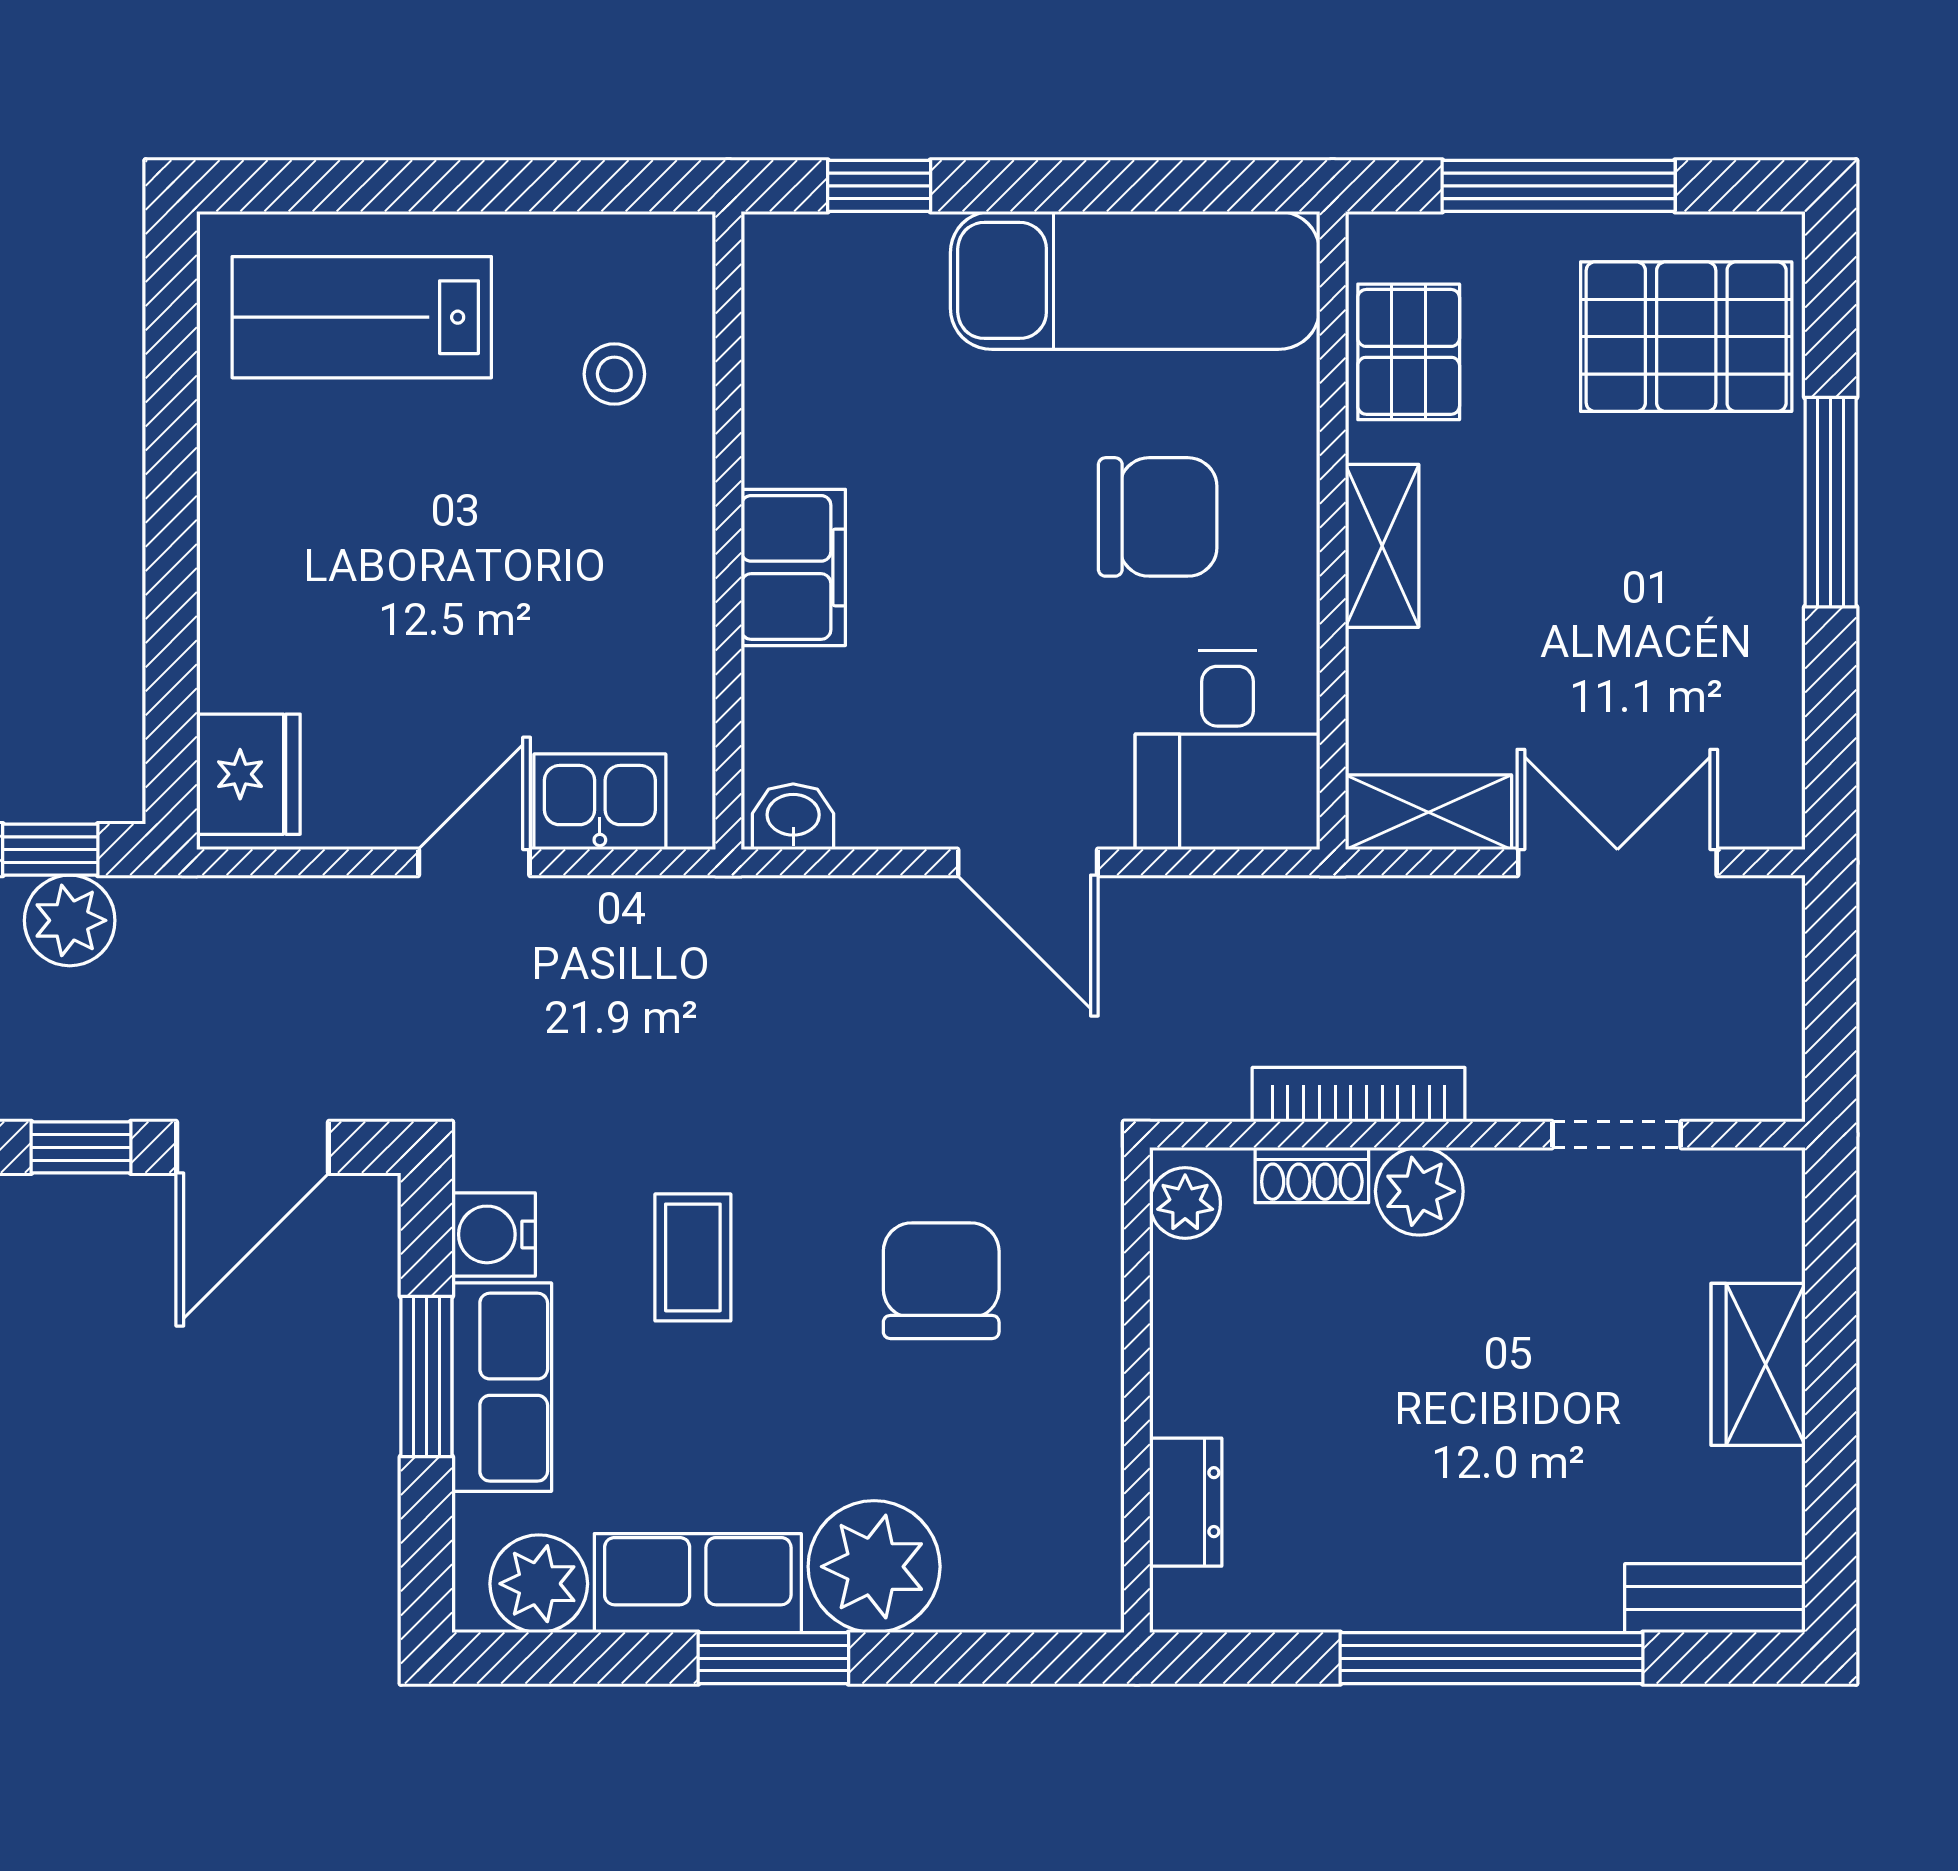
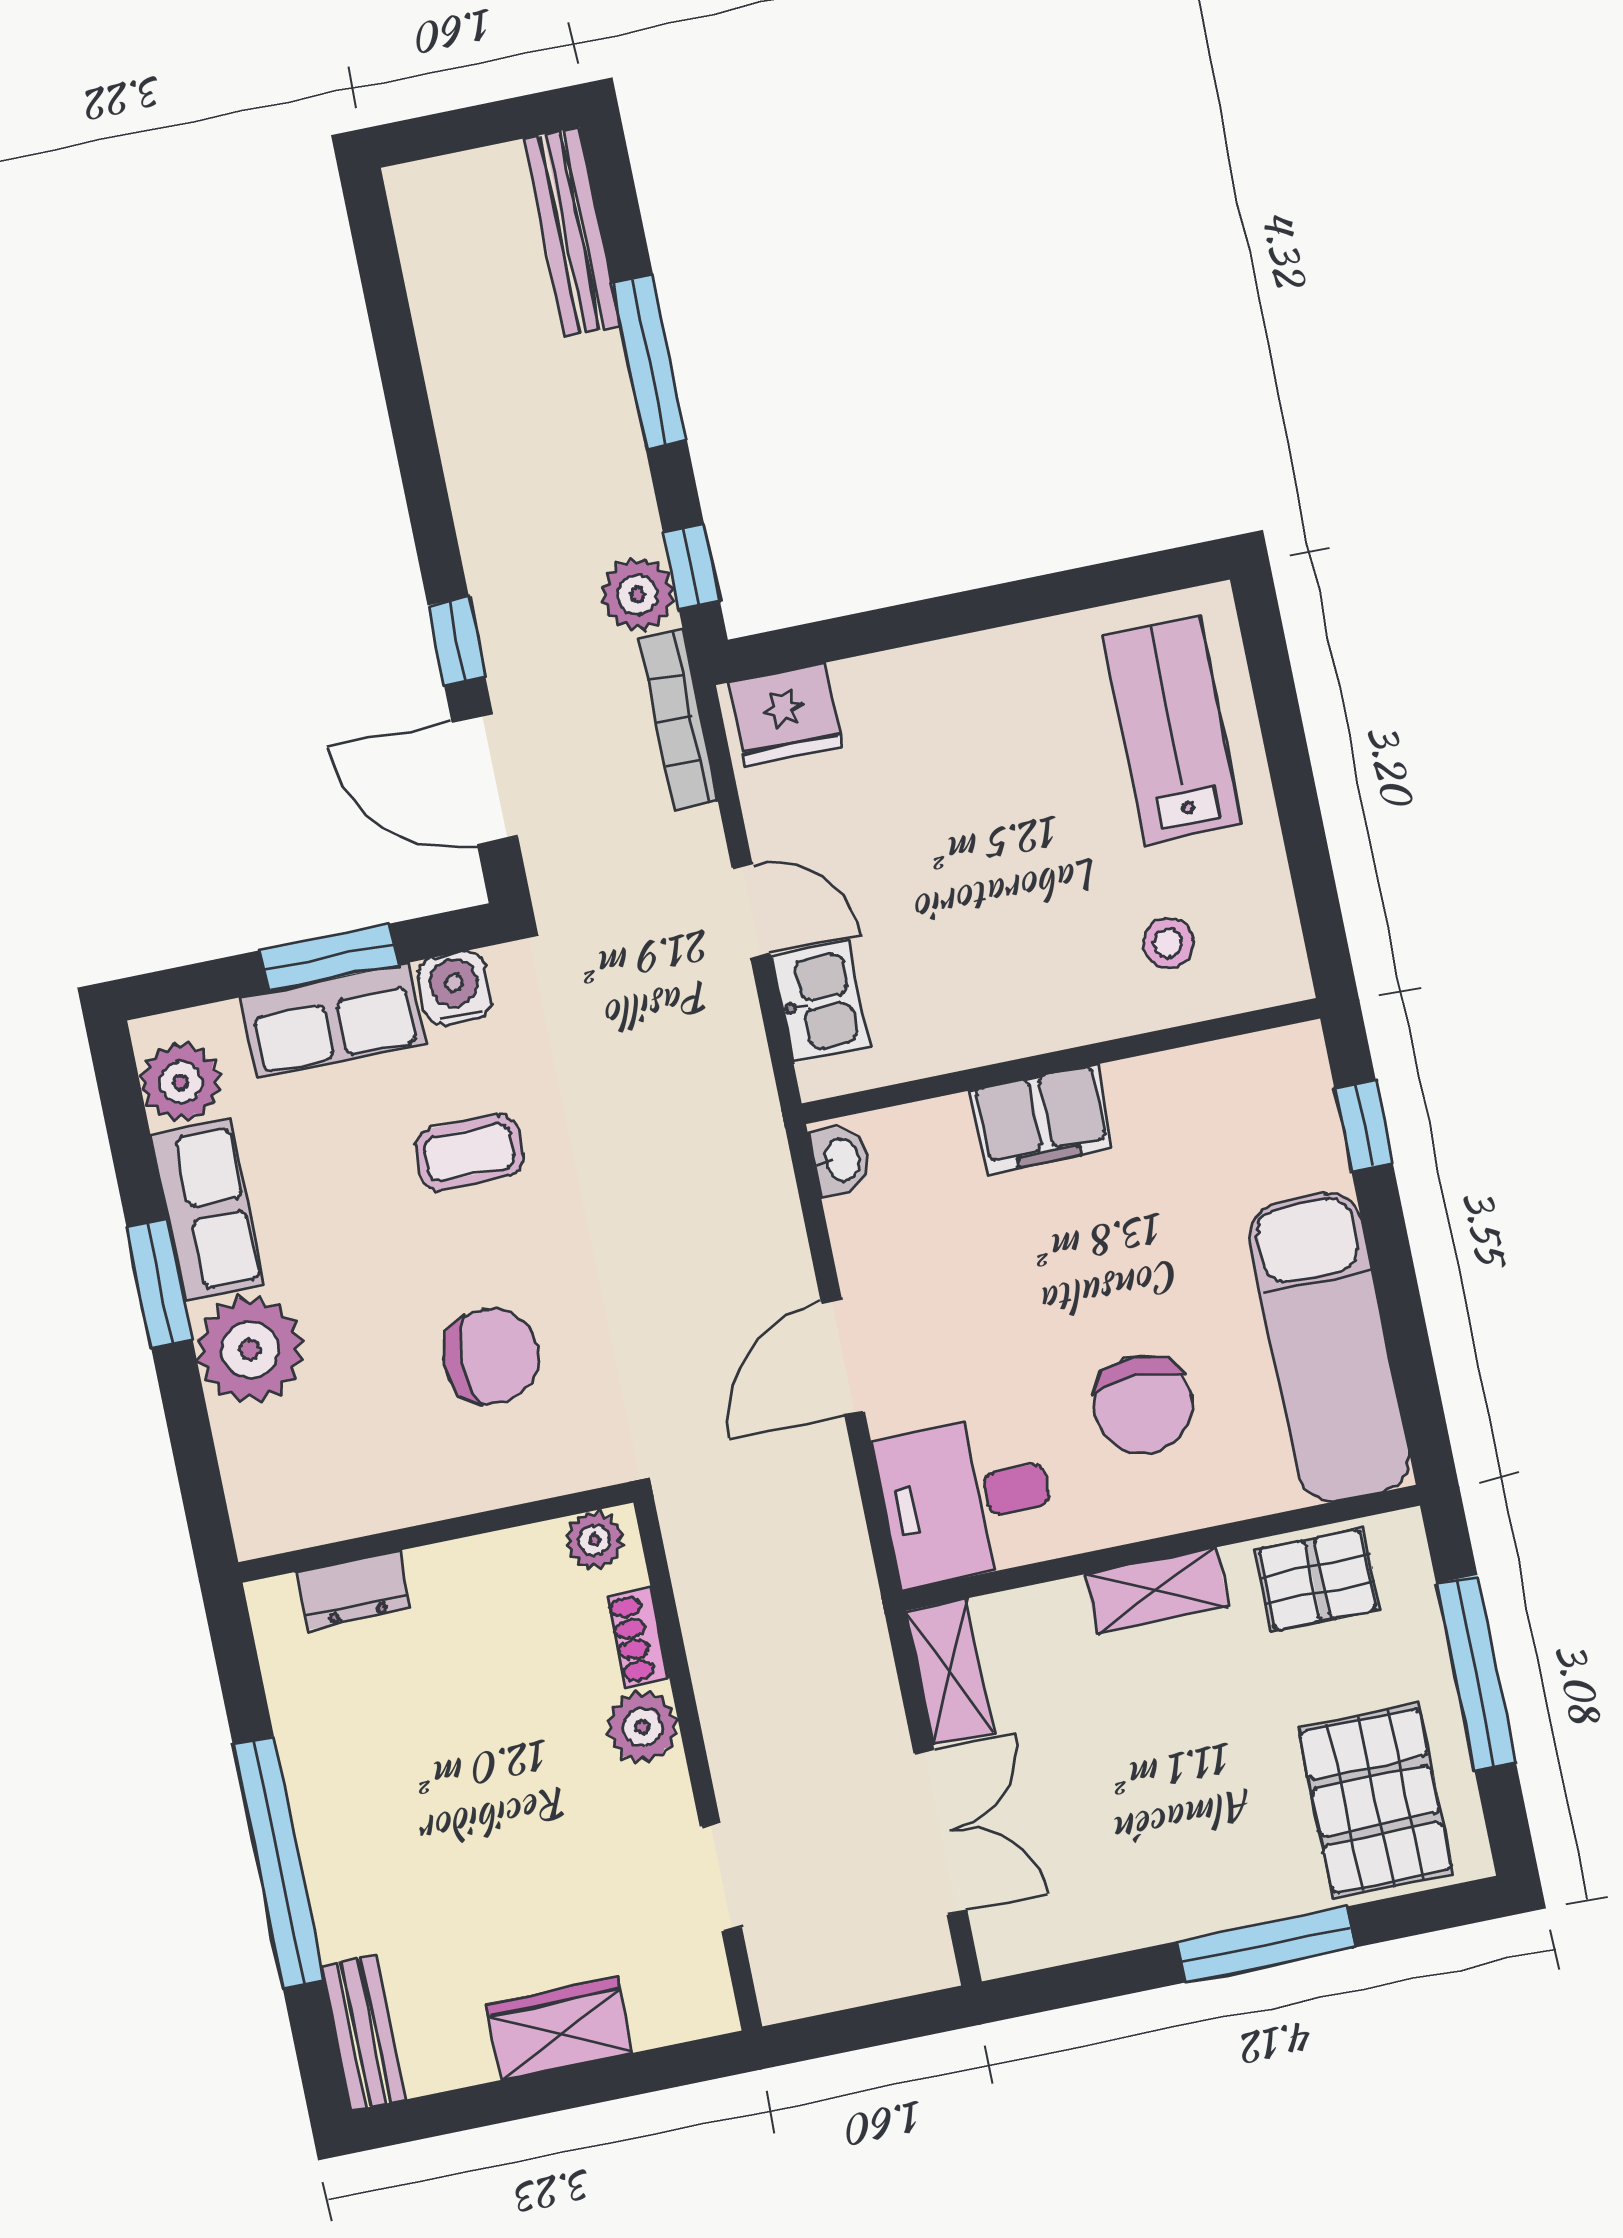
bookcase: (1359, 1095) -> (678, 719), moved, turned 180

